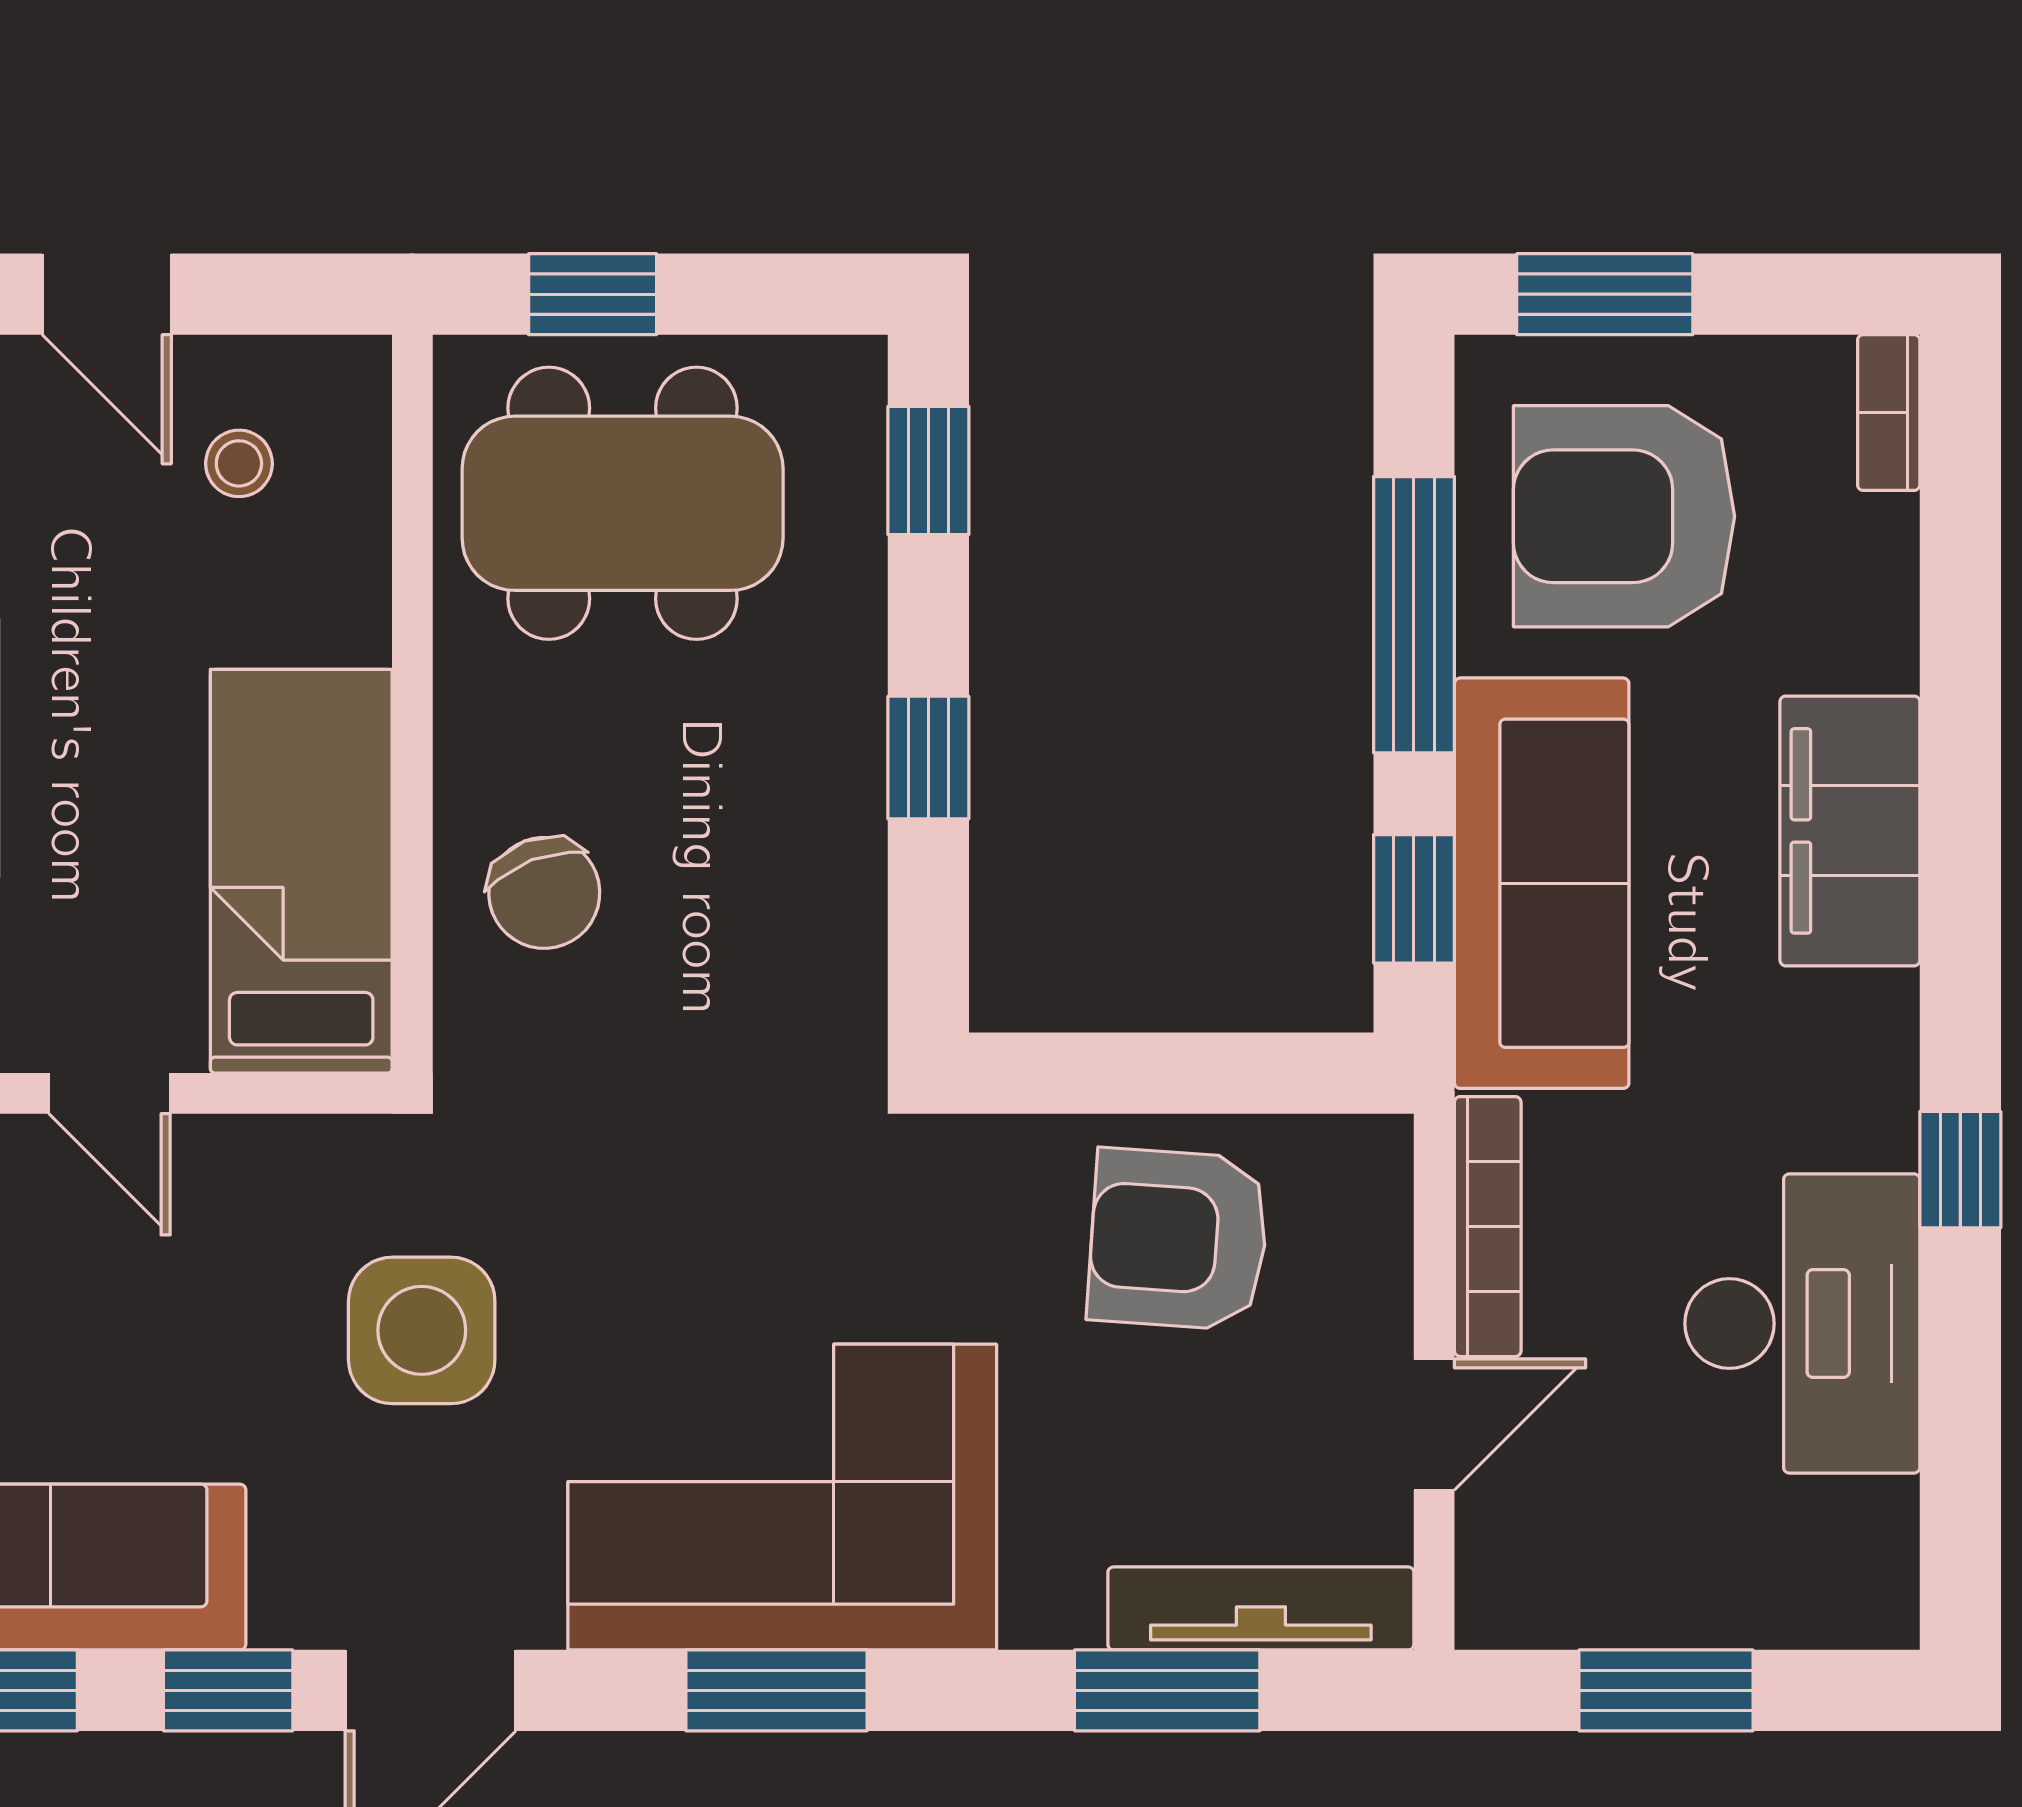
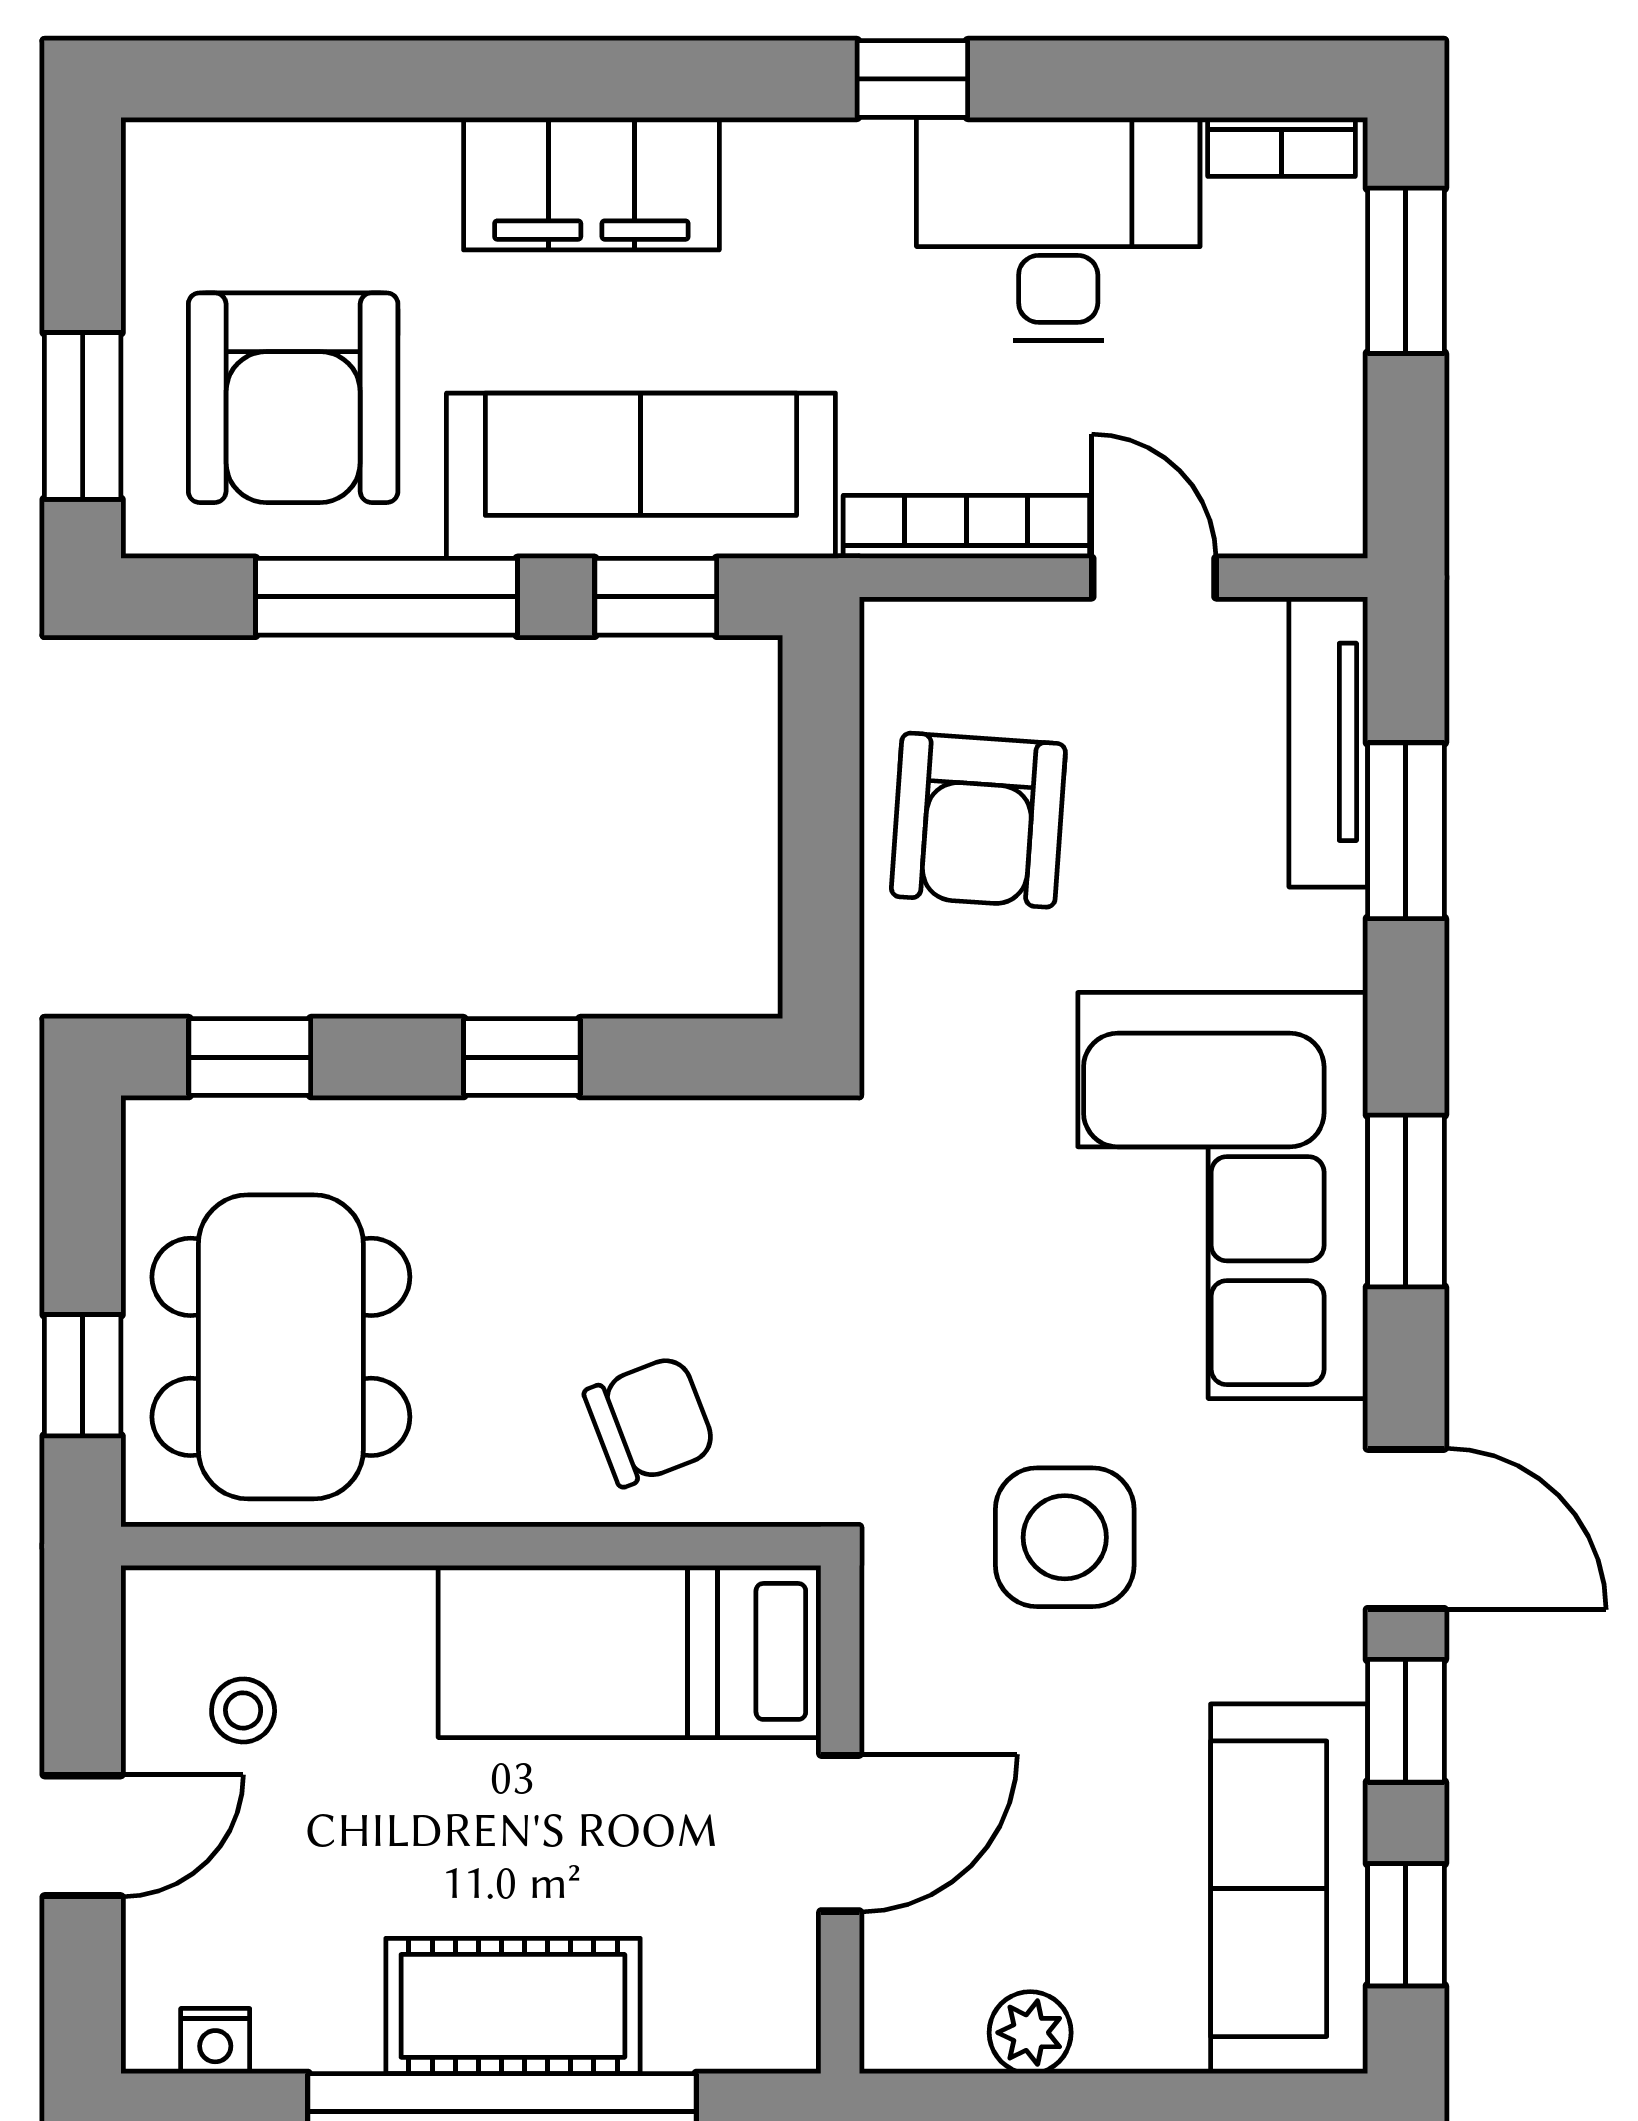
bookcase: (1889, 413) -> (1281, 147), moved
door: (110, 1093) -> (840, 1833), width x1.38
window: (1666, 1690) -> (1406, 271), moved

